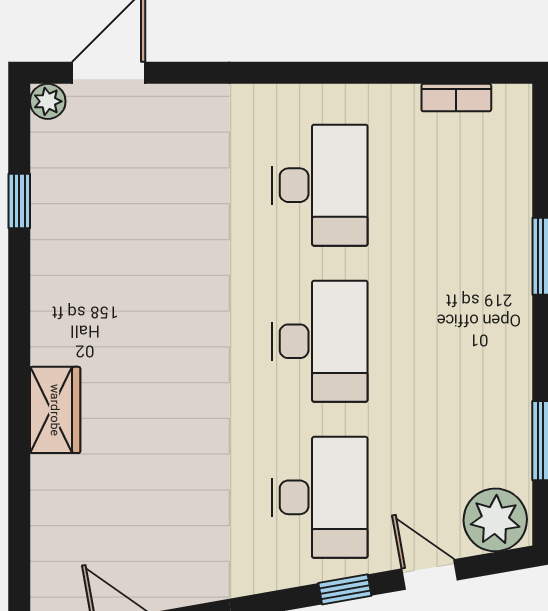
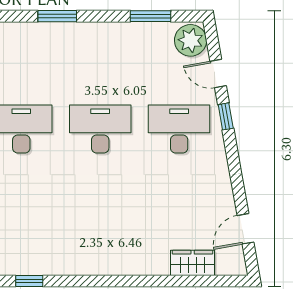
wardrobe: (55, 410) -> (193, 263), moved
door: (430, 574) -> (218, 74), hinge flipped

